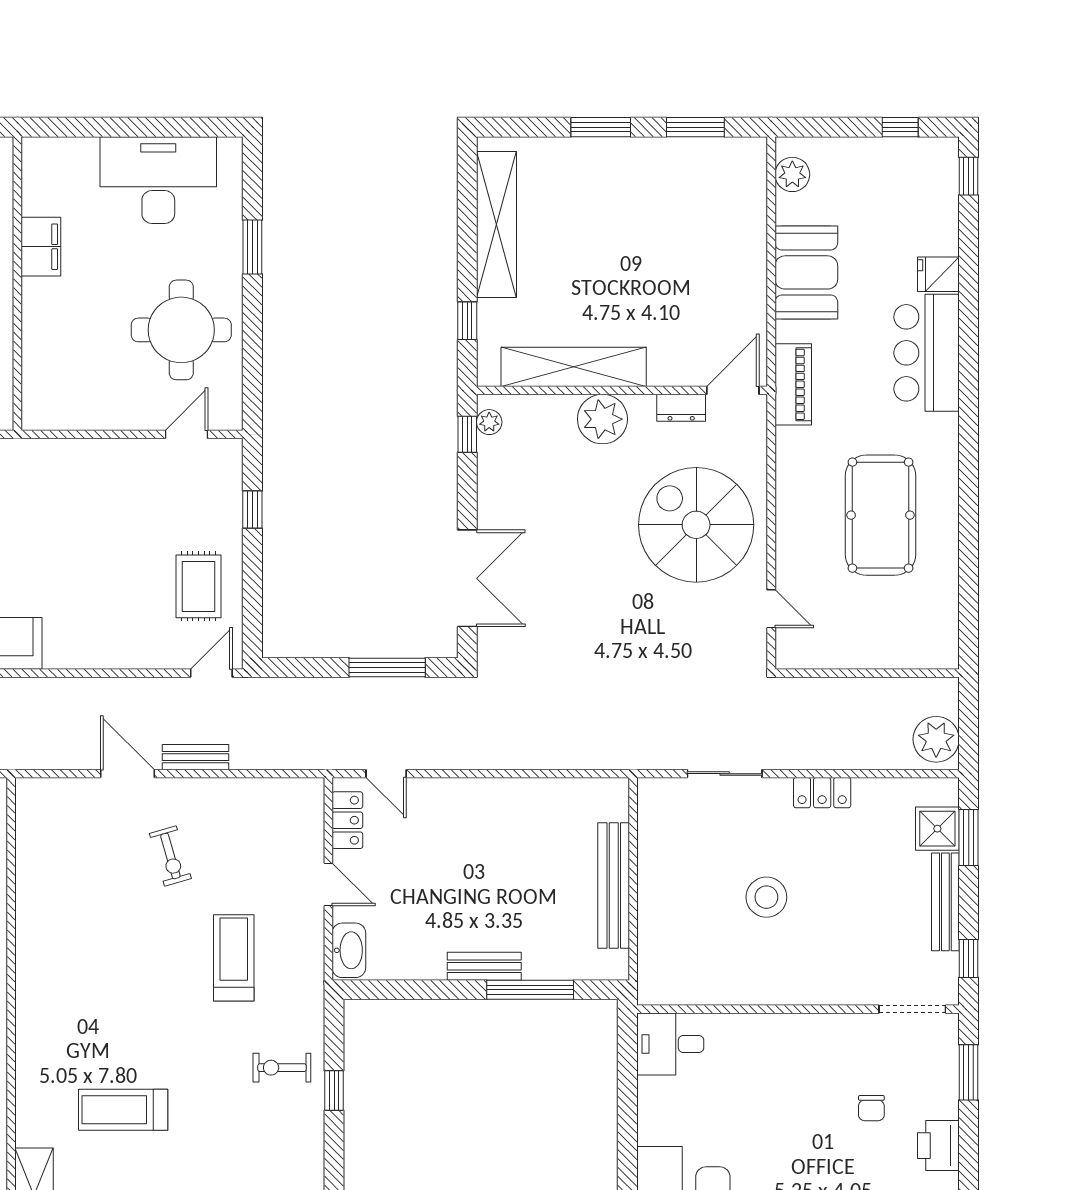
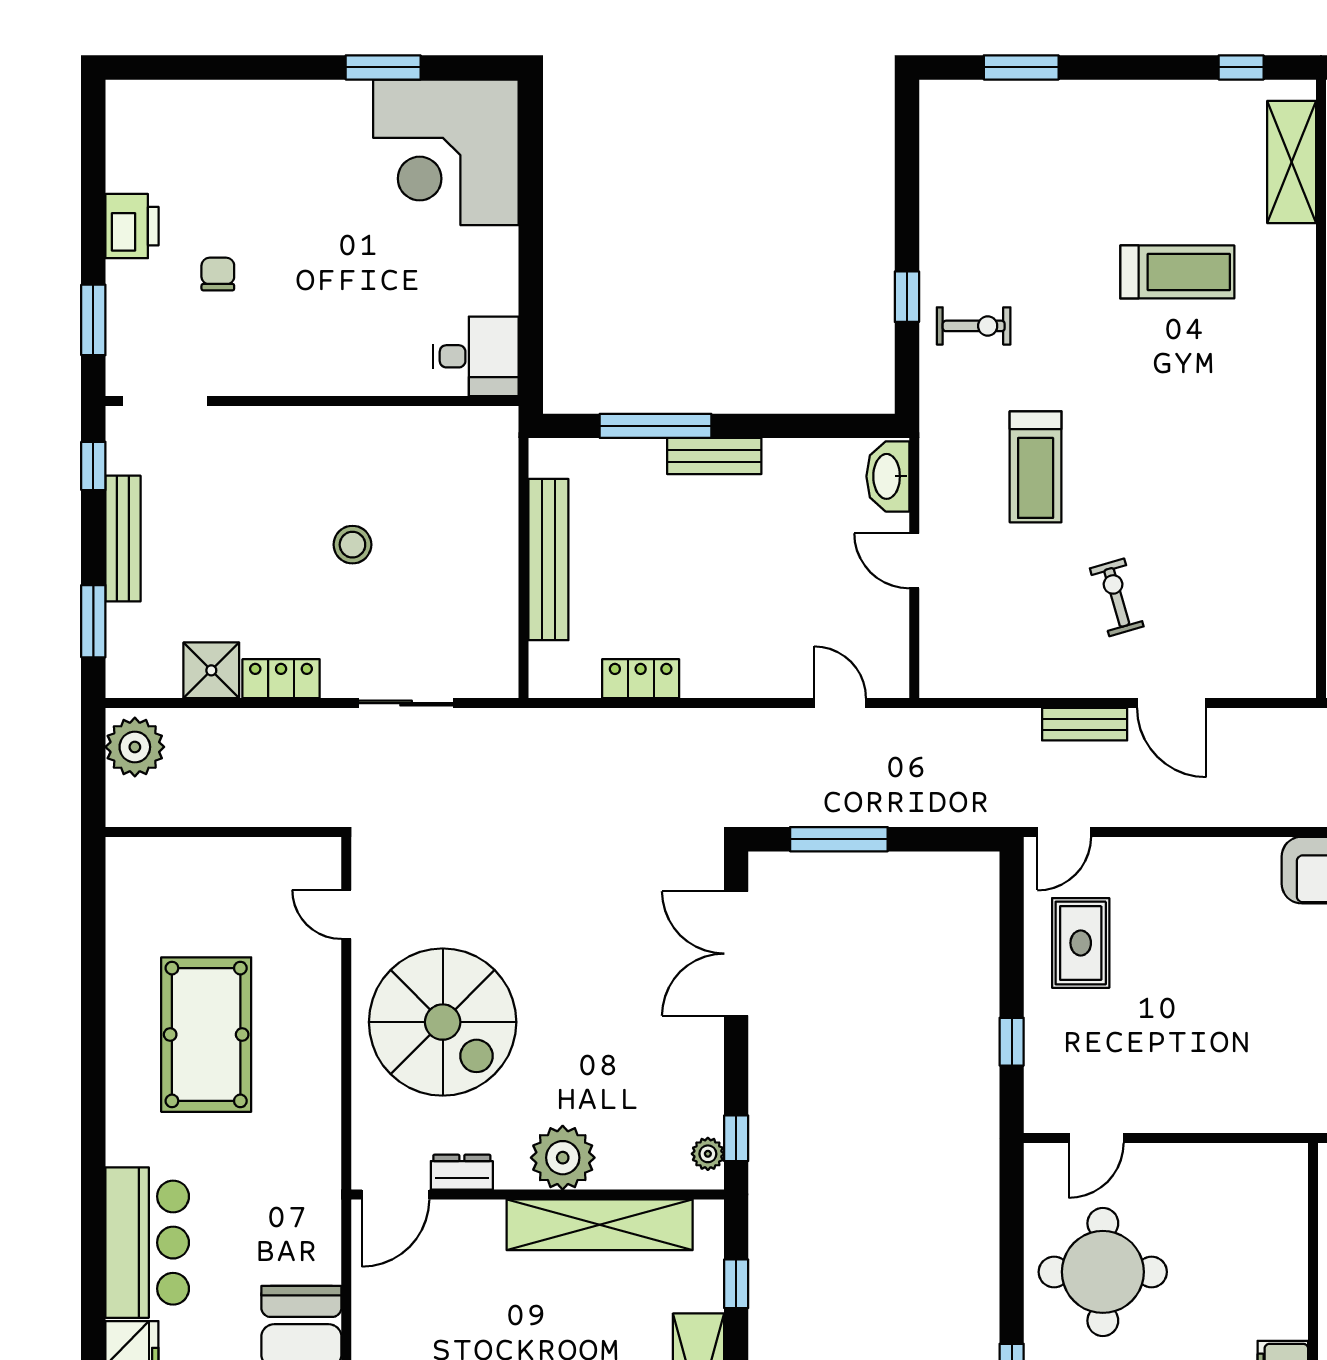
piano: (793, 384) -> (318, 1202), removed
locker: (347, 820) -> (641, 679), moved, turned 90
shower: (937, 829) -> (211, 670), moved
stool: (766, 897) -> (352, 545), width x0.73, depth x0.73

